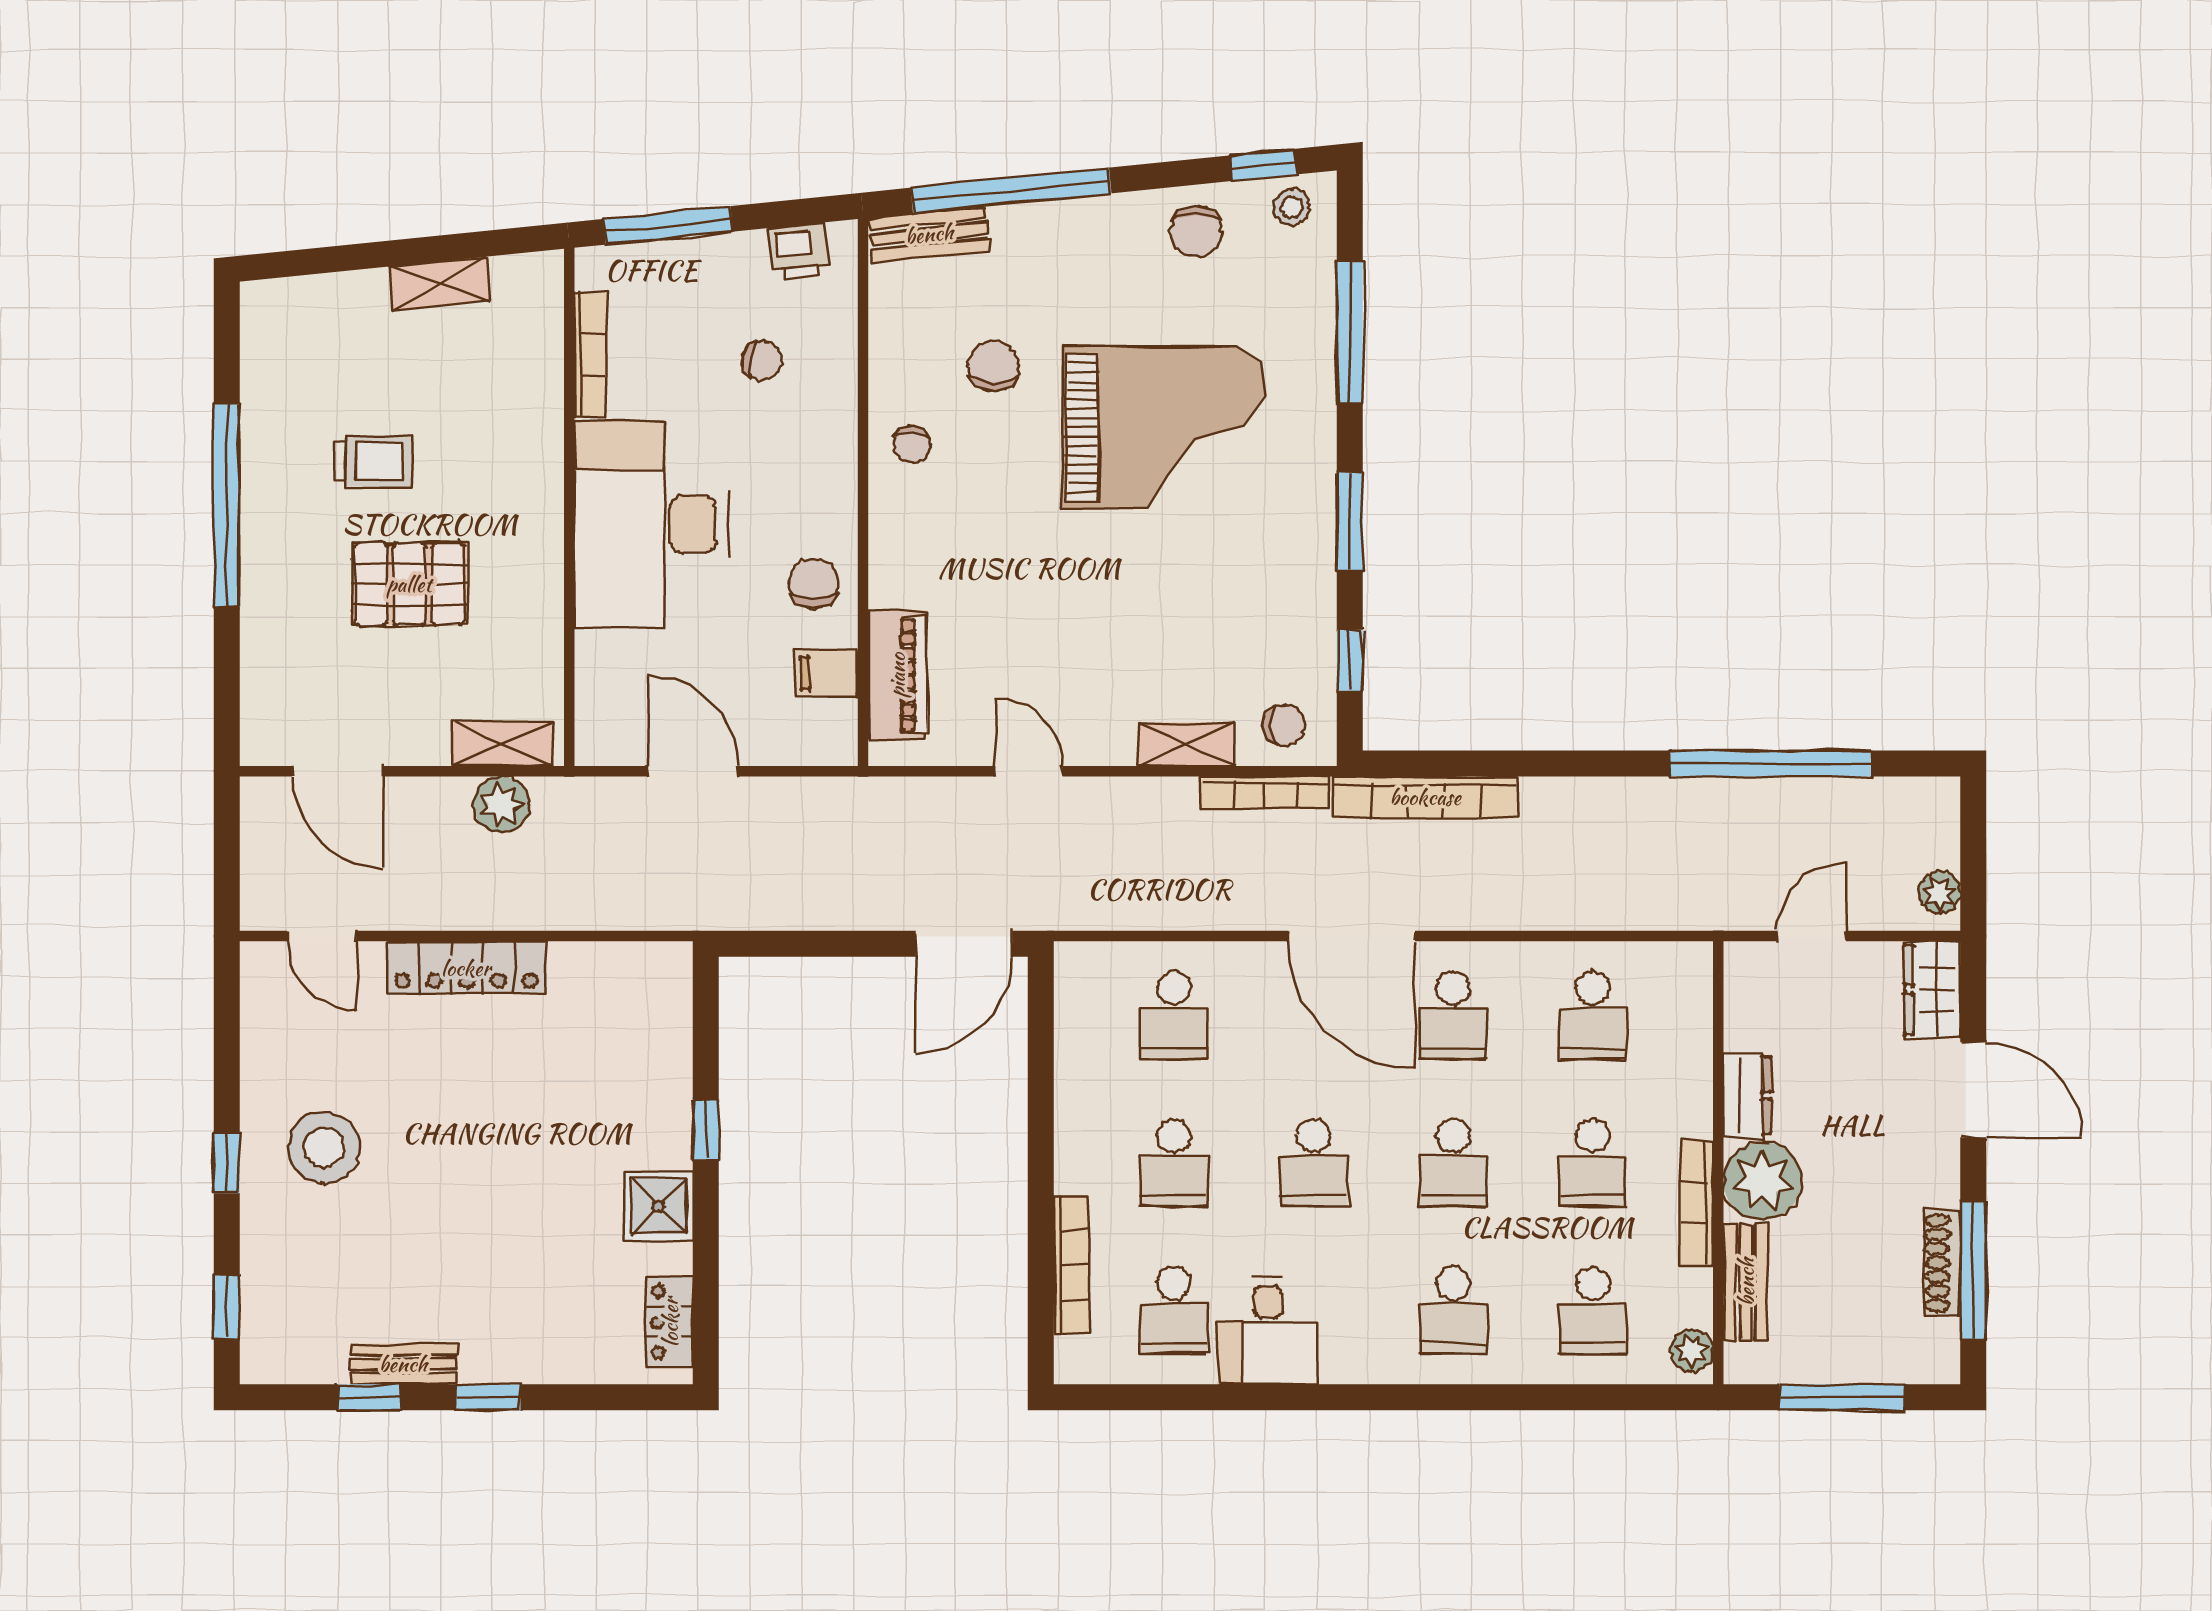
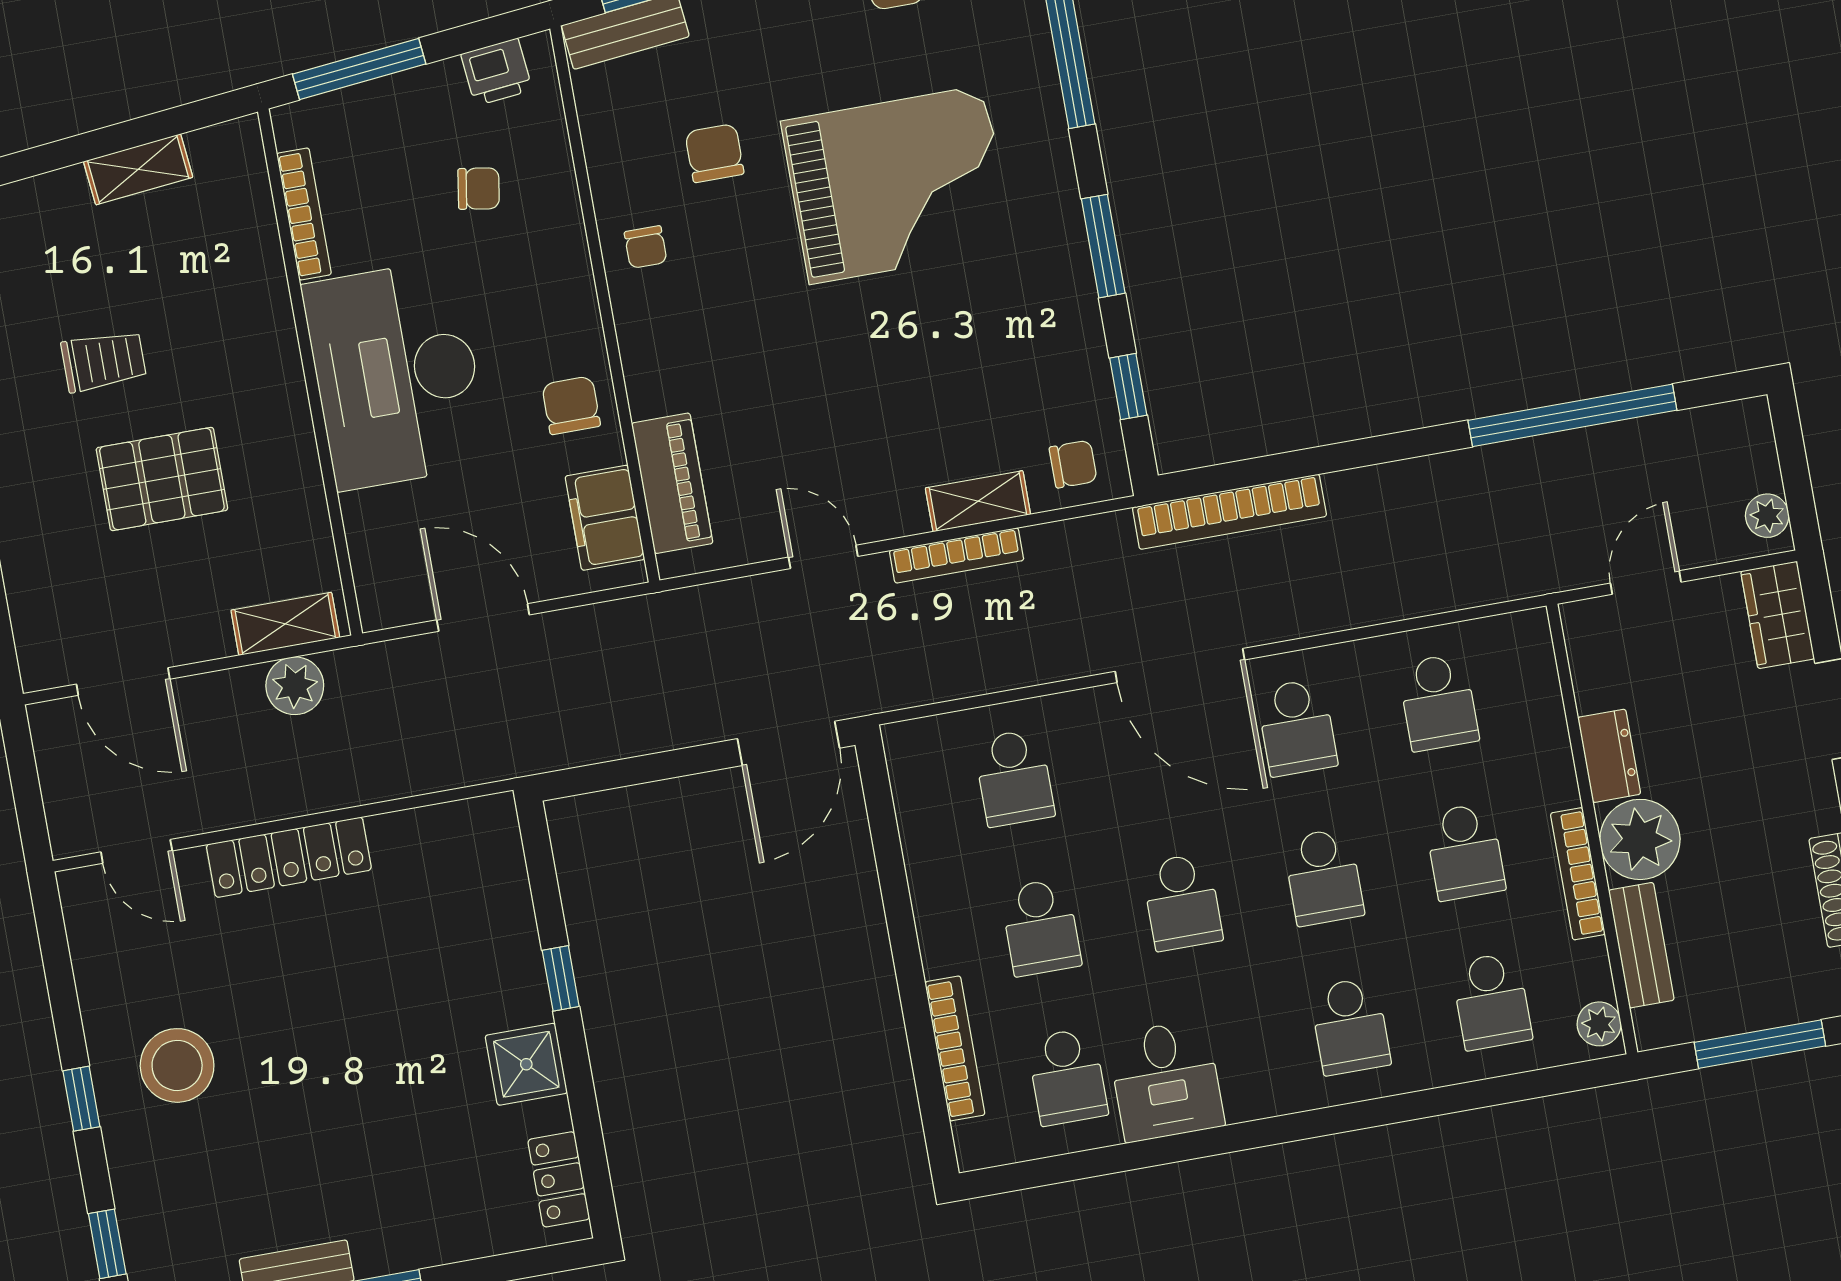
filing cabinet: (827, 673) -> (605, 518), width x2.00
bookcase: (1265, 793) -> (957, 555), moved

